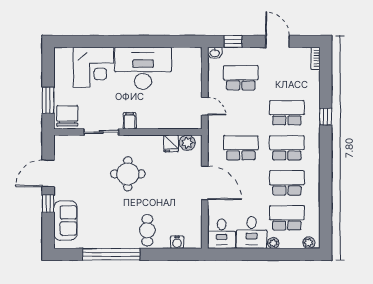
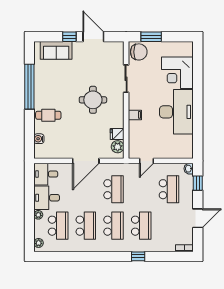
filing cabinet: (130, 121) -> (135, 115), moved

